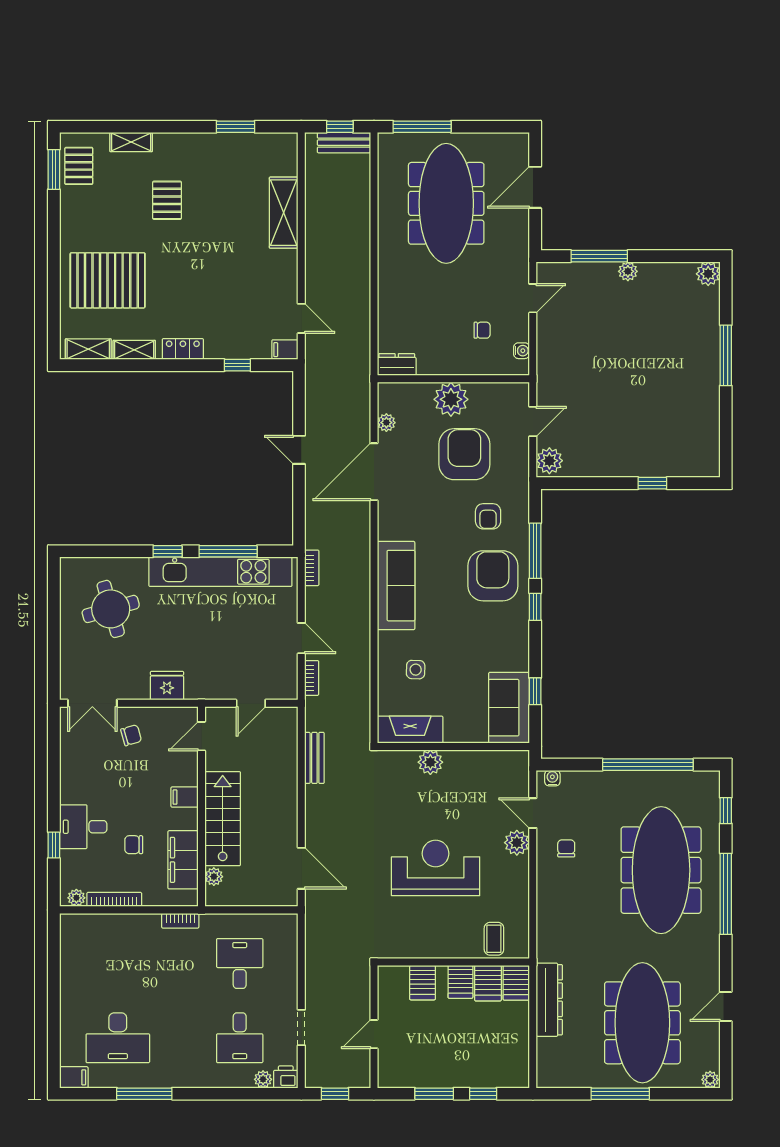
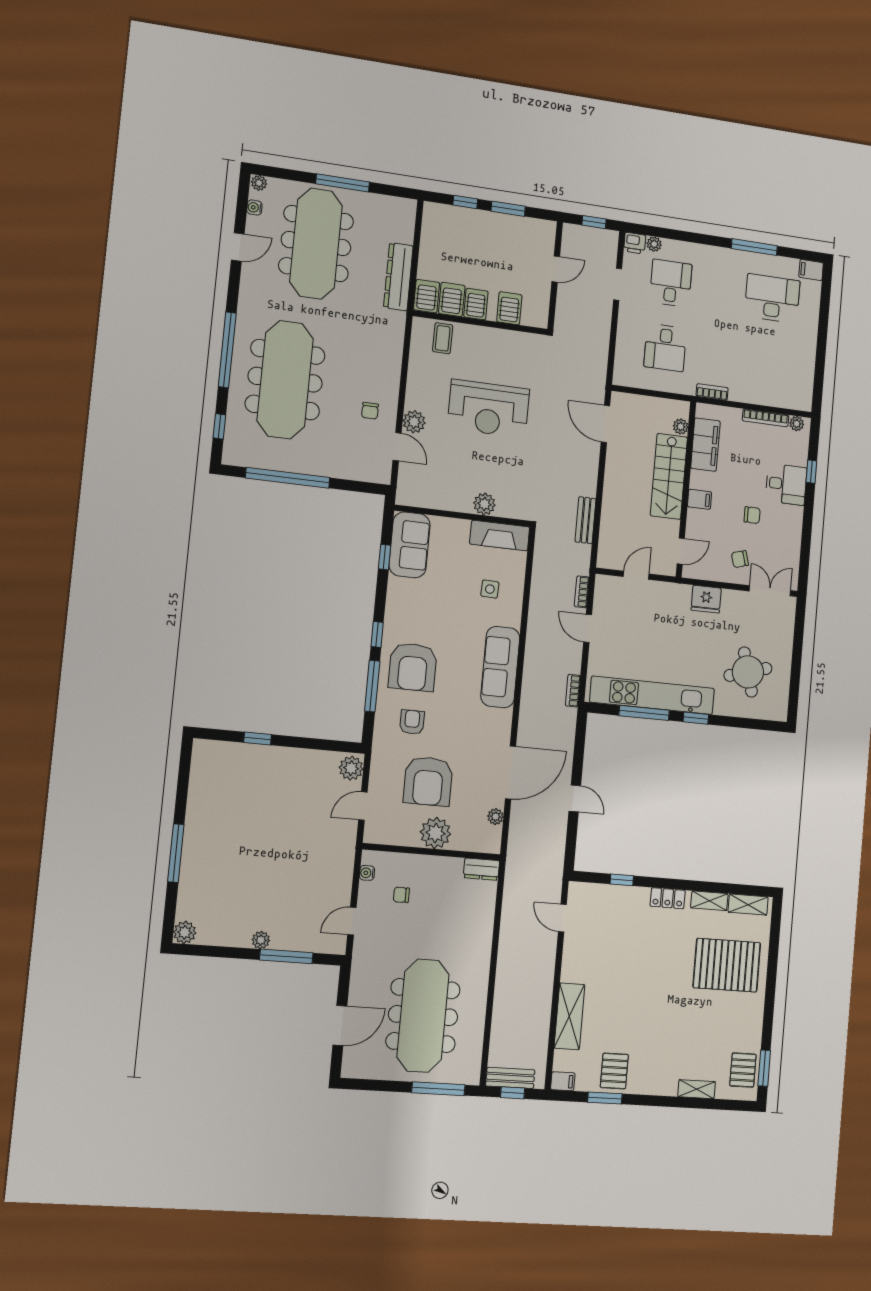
pallet: (167, 200) -> (614, 1071), moved
filing cabinet: (285, 350) -> (563, 1081), moved
water cooler: (552, 778) -> (254, 208), moved, turned 90
chair: (134, 845) -> (752, 515), moved

